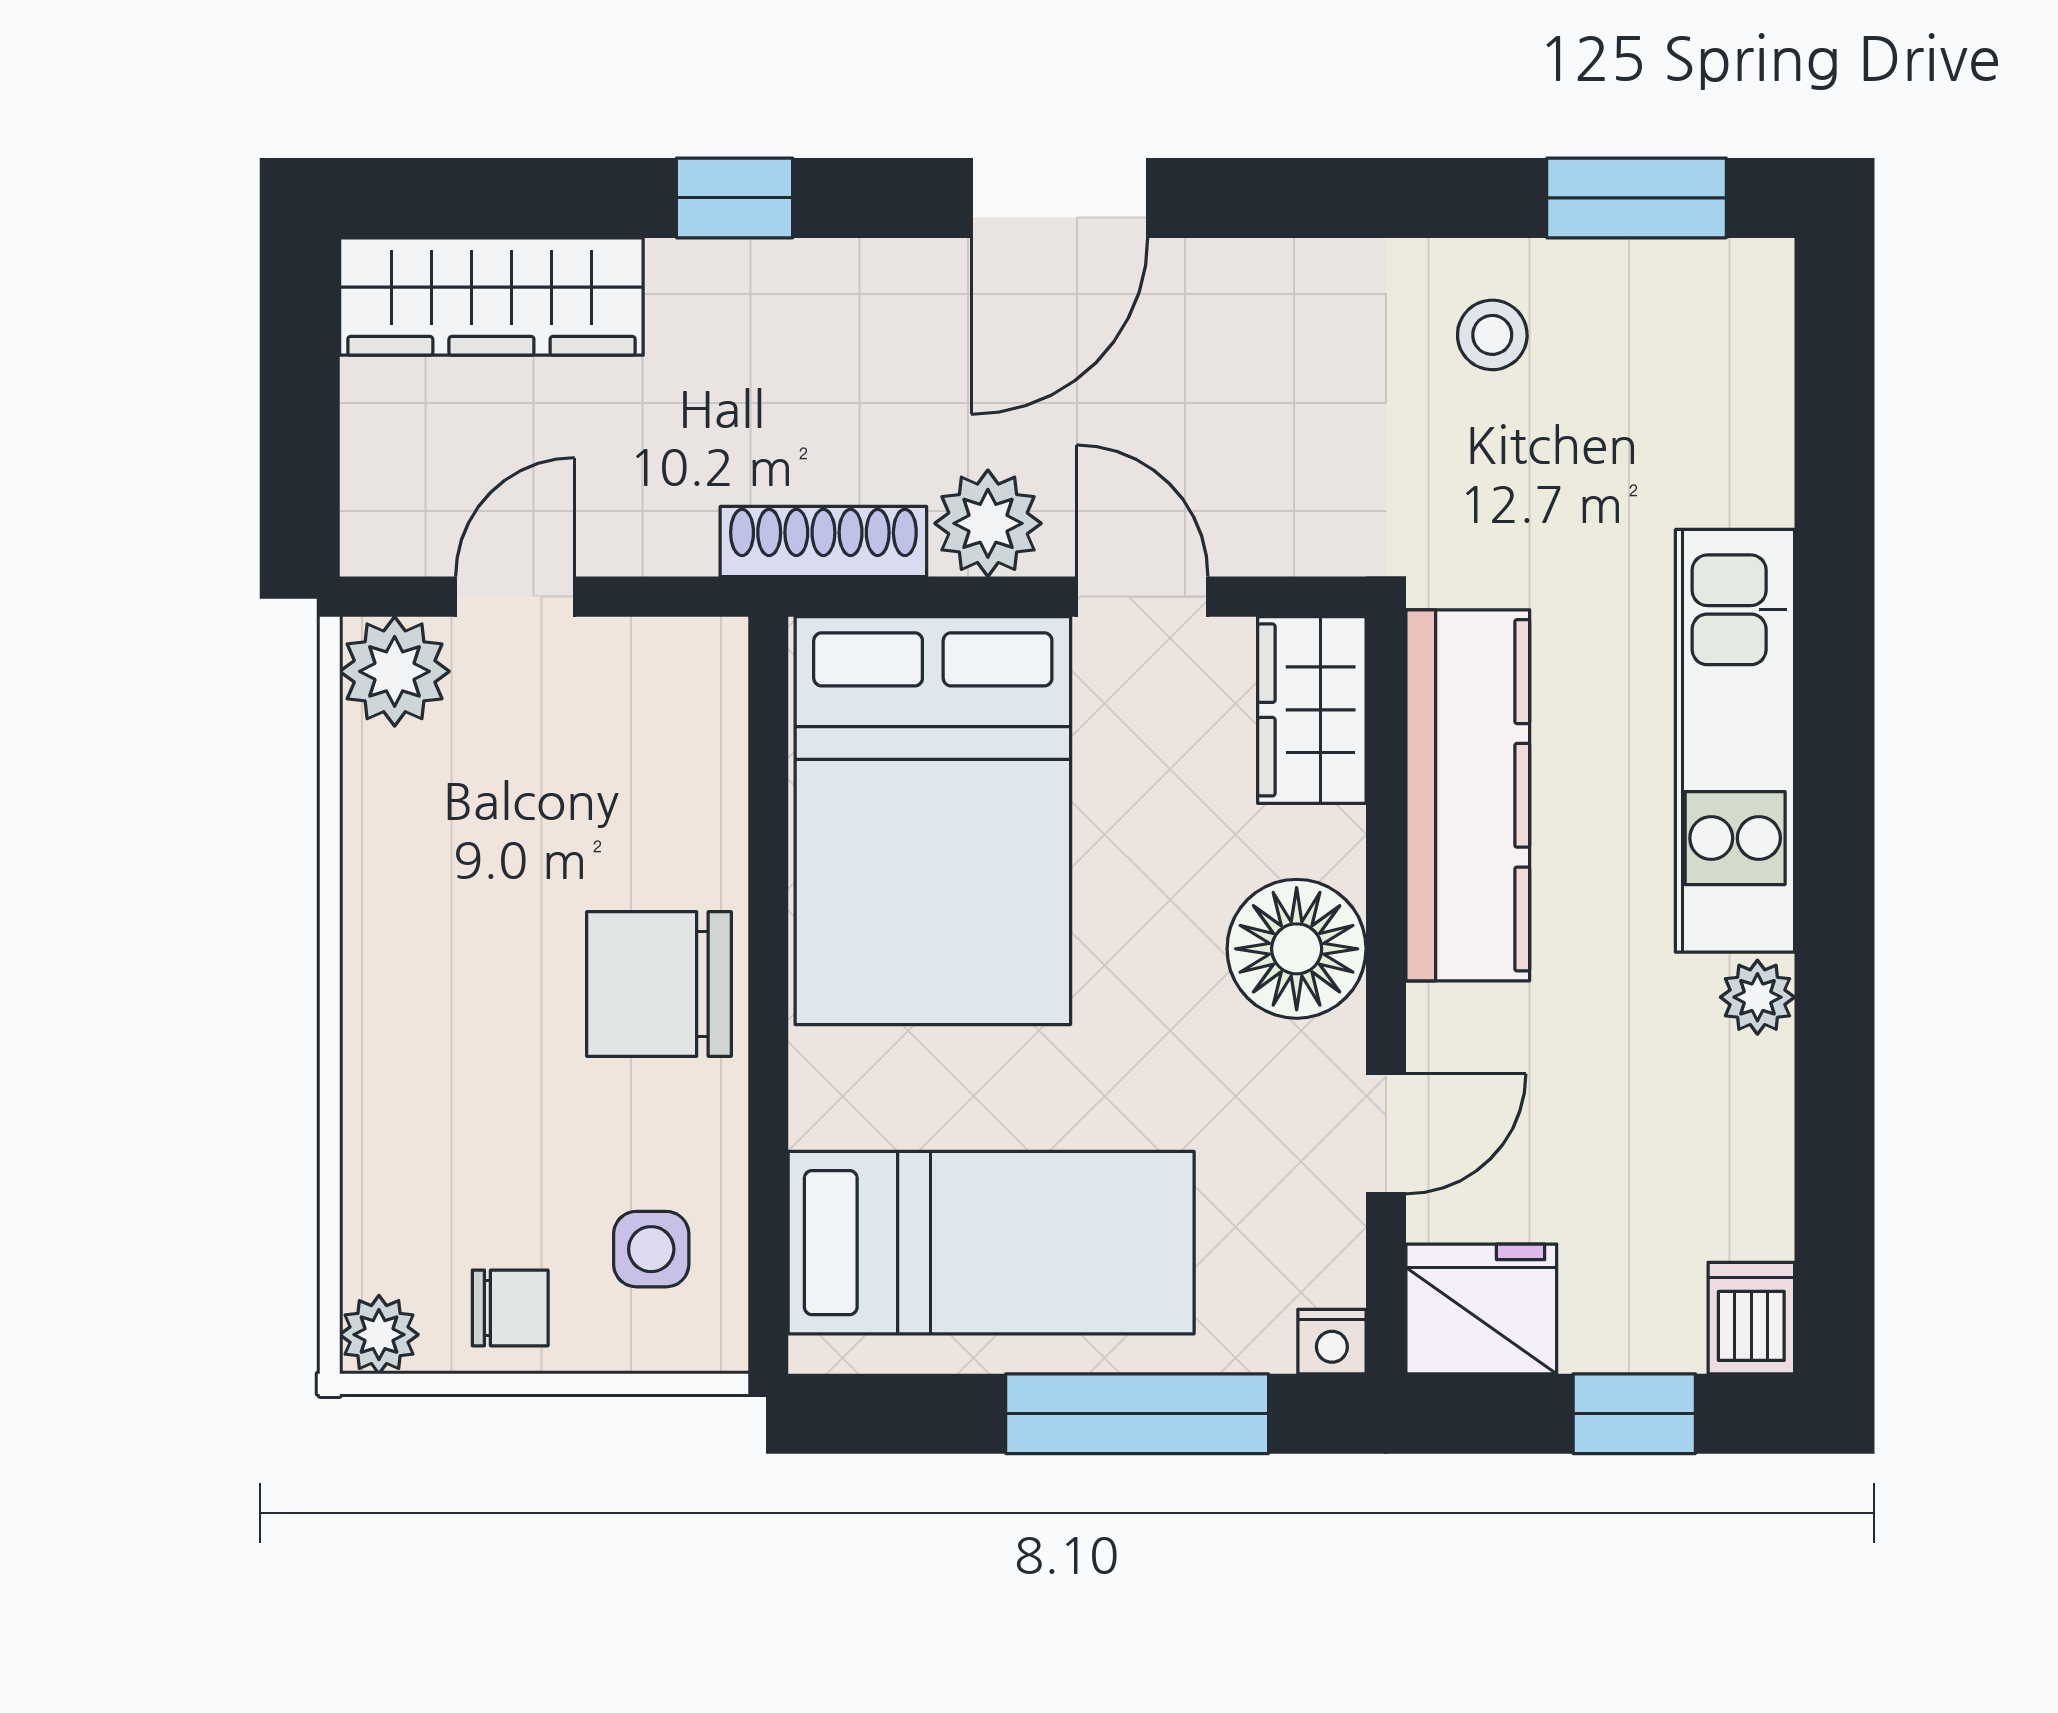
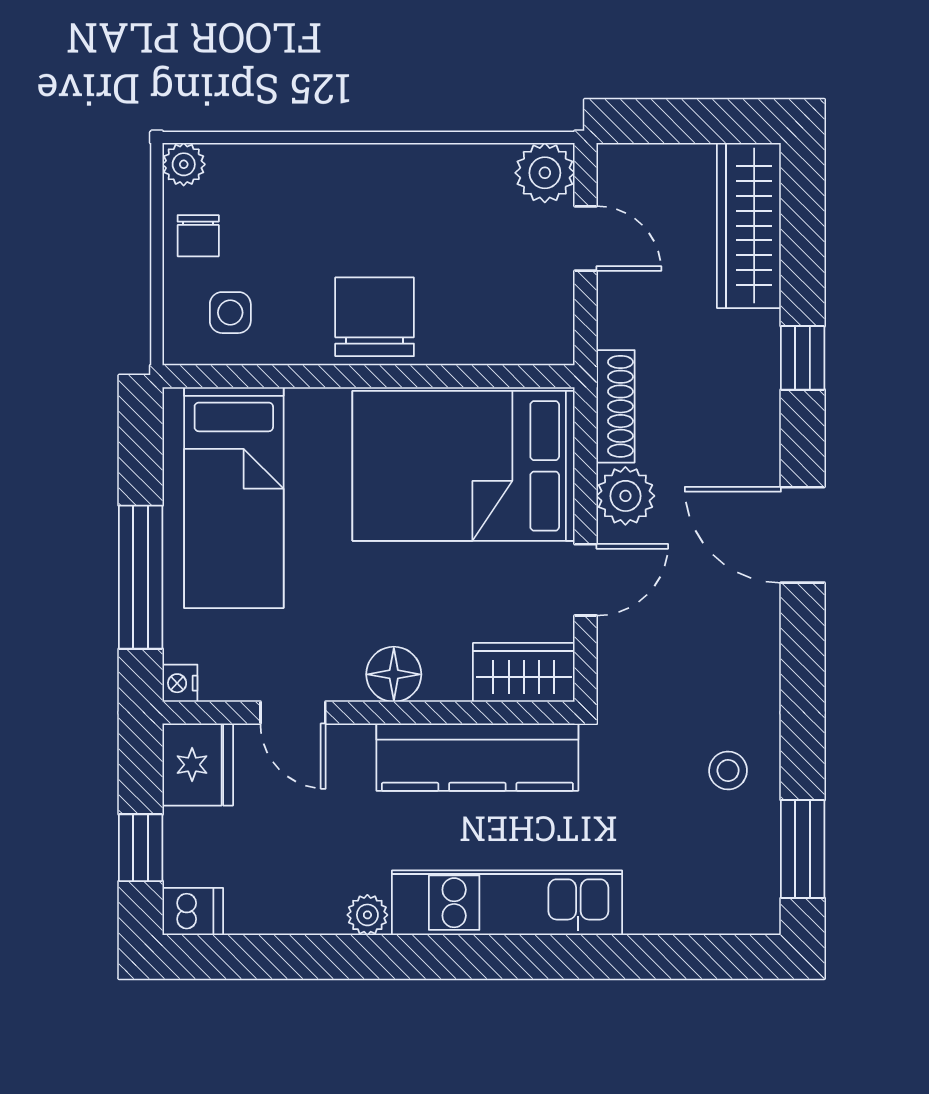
floor lamp: (1297, 949) -> (394, 674), width x0.73, depth x0.73

